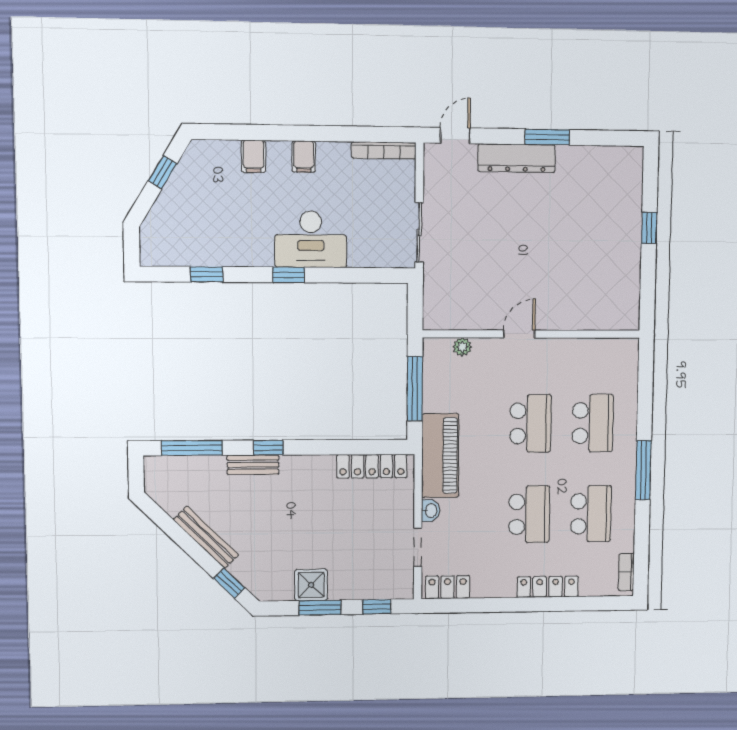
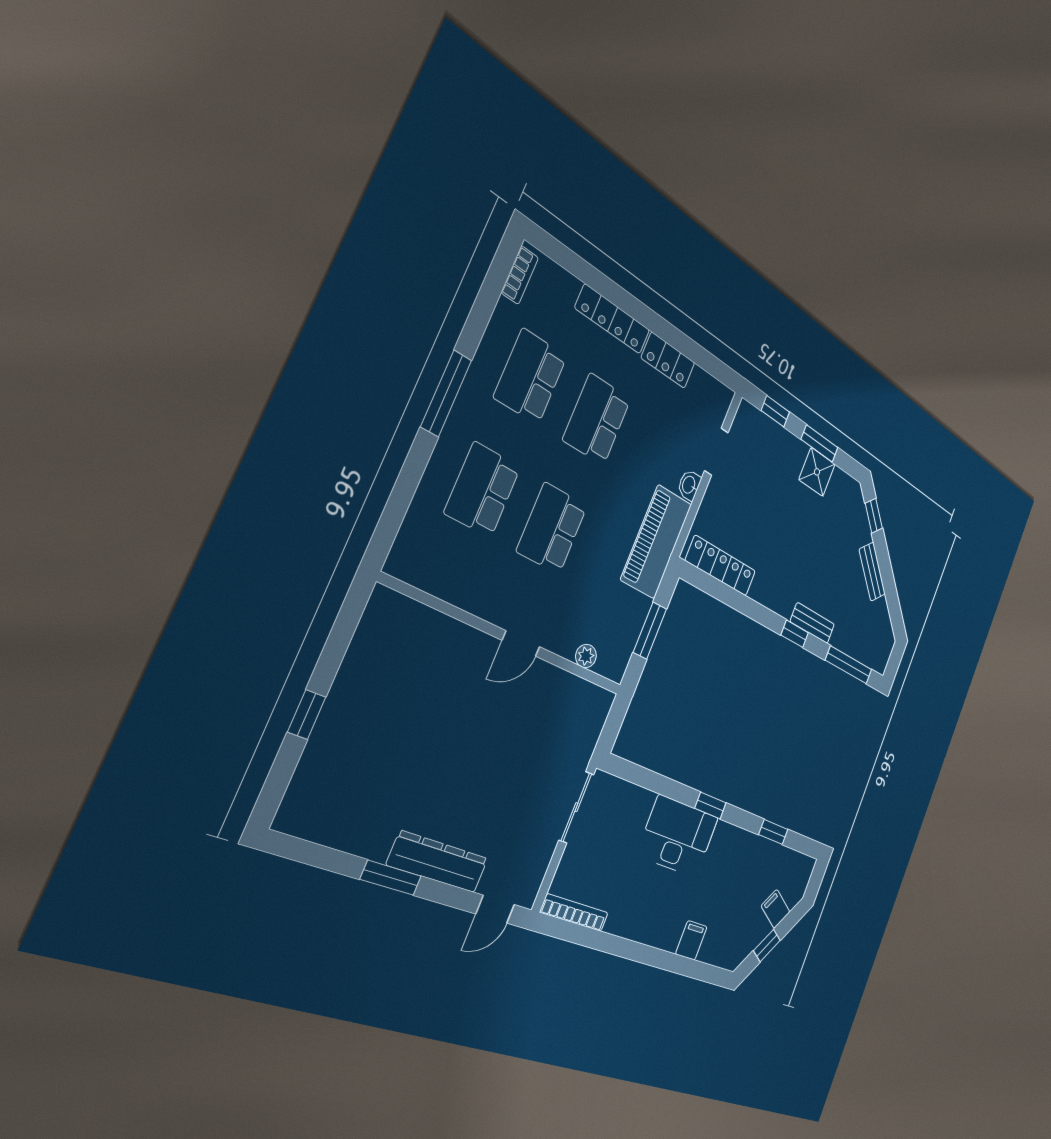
filing cabinet: (304, 157) -> (776, 909), moved, turned -59
window: (415, 389) -> (650, 631), width x0.69
bench: (206, 537) -> (872, 572), width x0.73
locker: (448, 587) -> (668, 360), moved

